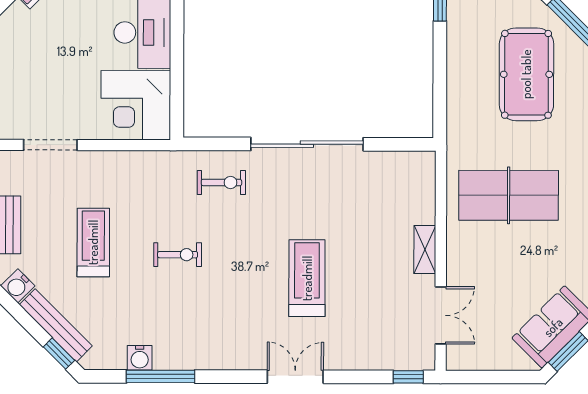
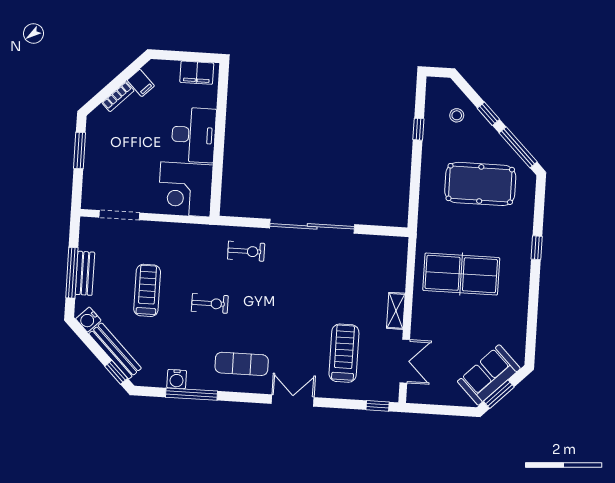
pool table: (526, 74) -> (480, 184), turned 90
treadmill: (307, 278) -> (344, 353), moved
exercise mat: (225, 332) -> (242, 364), added

